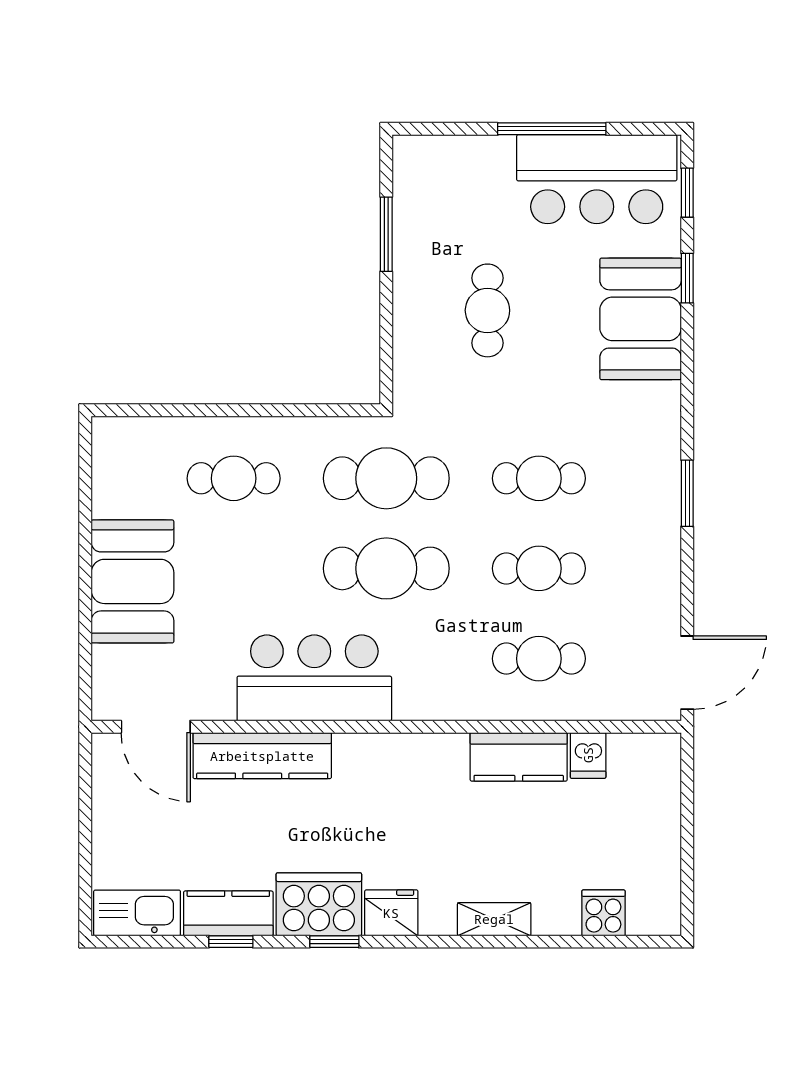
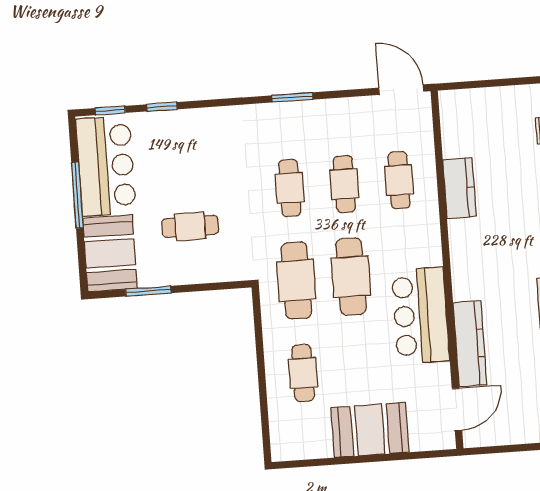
booth: (641, 319) -> (110, 253), moved, turned 90
dishwasher: (588, 755) -> (456, 146), removed

